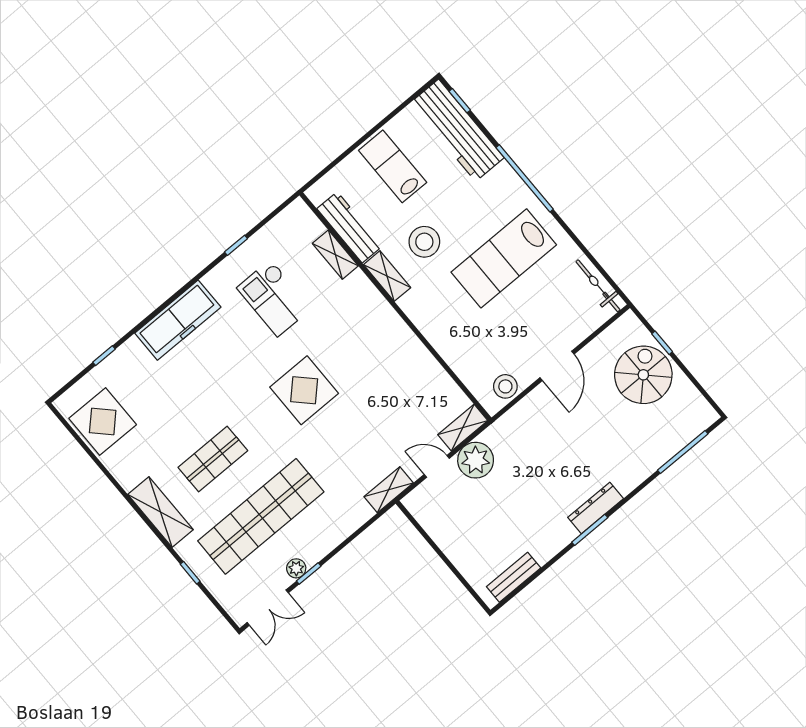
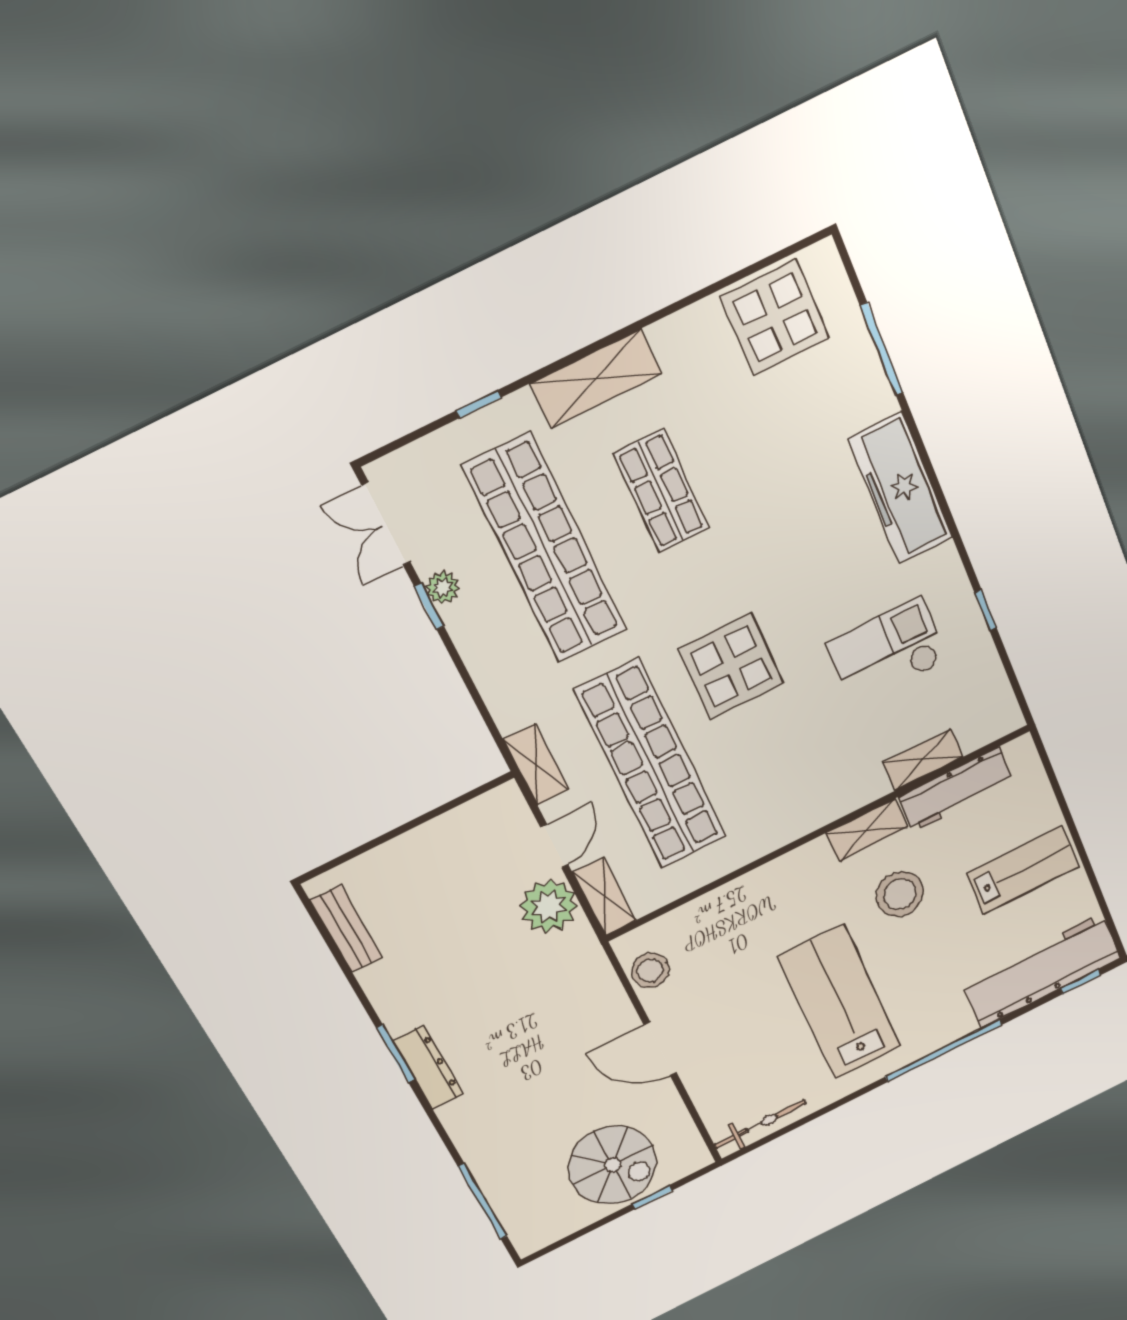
window: (104, 356) -> (882, 349), width x2.17
shop shelf: (374, 422) -> (651, 764), added

